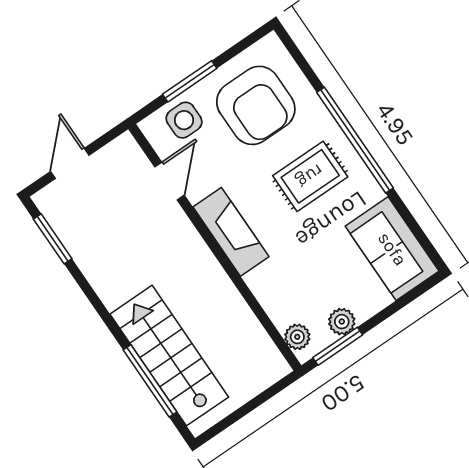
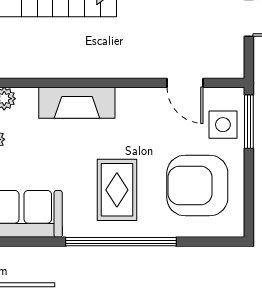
window: (190, 81) -> (249, 122), moved
fireplace: (231, 232) -> (77, 103), moved

